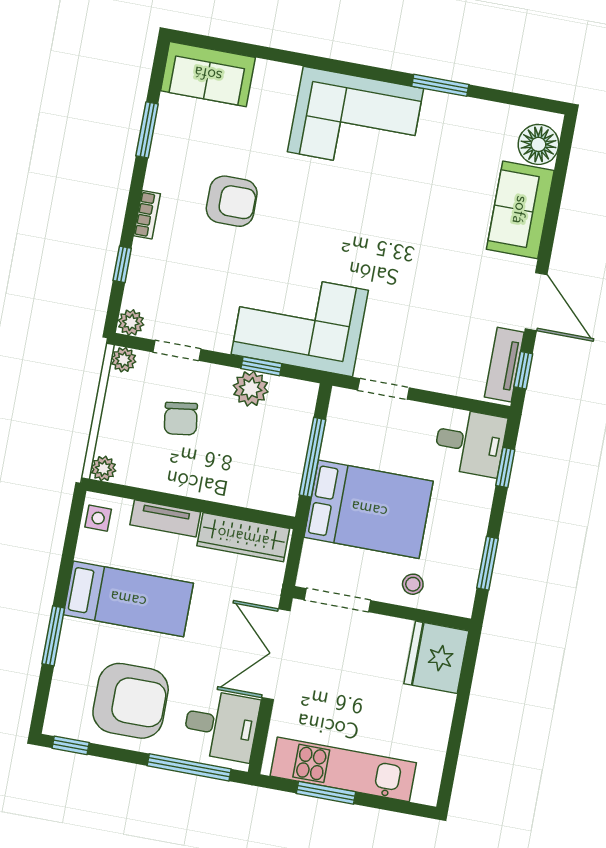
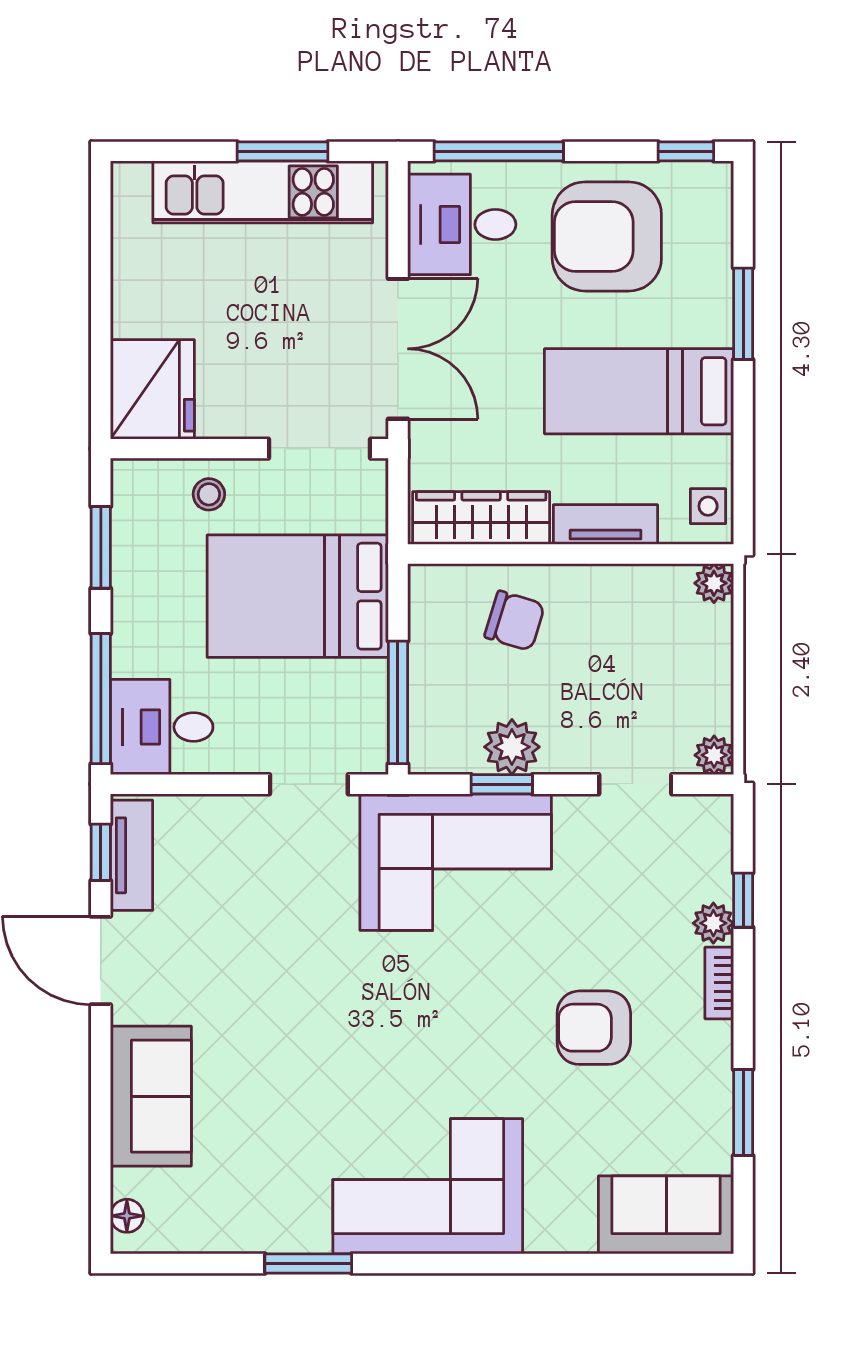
floor lamp: (538, 144) -> (127, 1216), width x0.53, depth x0.53
plant: (131, 322) -> (713, 923), moved
chair: (181, 419) -> (515, 621), moved, turned 115
window: (313, 457) -> (398, 702), moved
window: (505, 467) -> (101, 699), width x2.17

